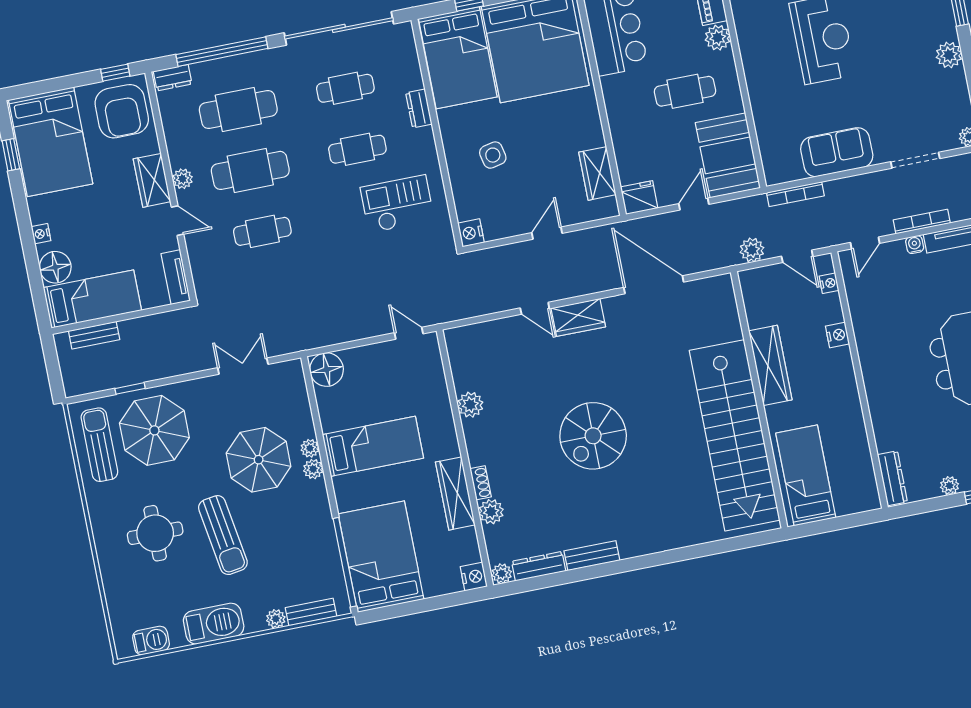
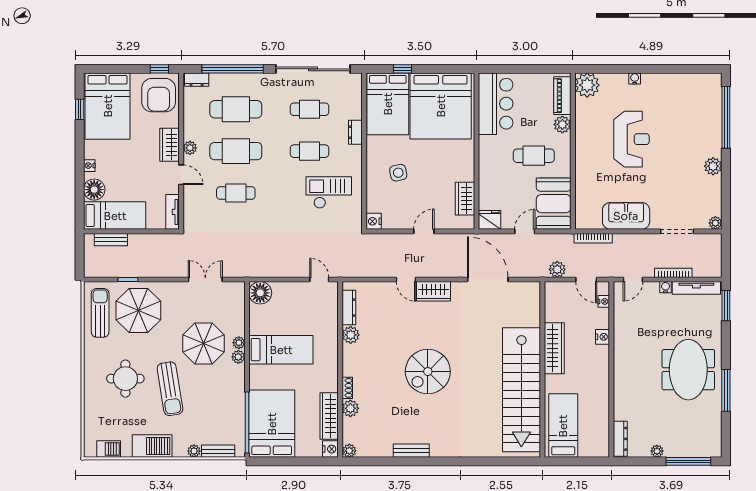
wardrobe: (455, 493) -> (329, 416), moved
dresser: (539, 566) -> (349, 308), moved, turned 90

